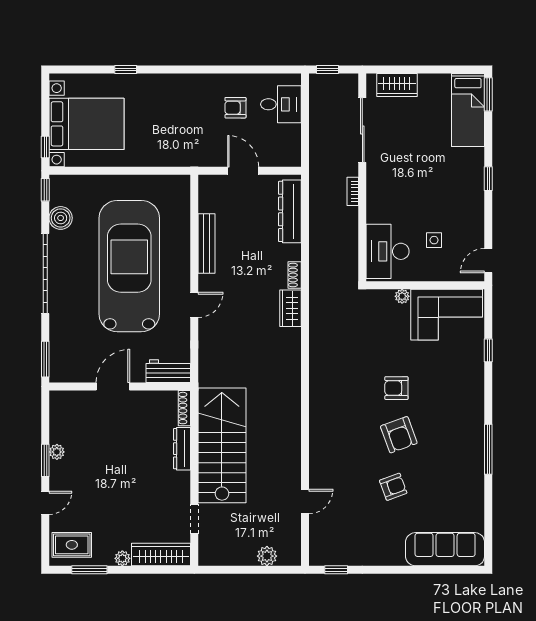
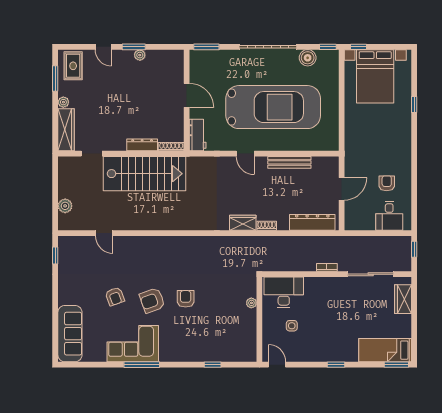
corner sofa: (447, 315) -> (133, 344), moved, turned 90

